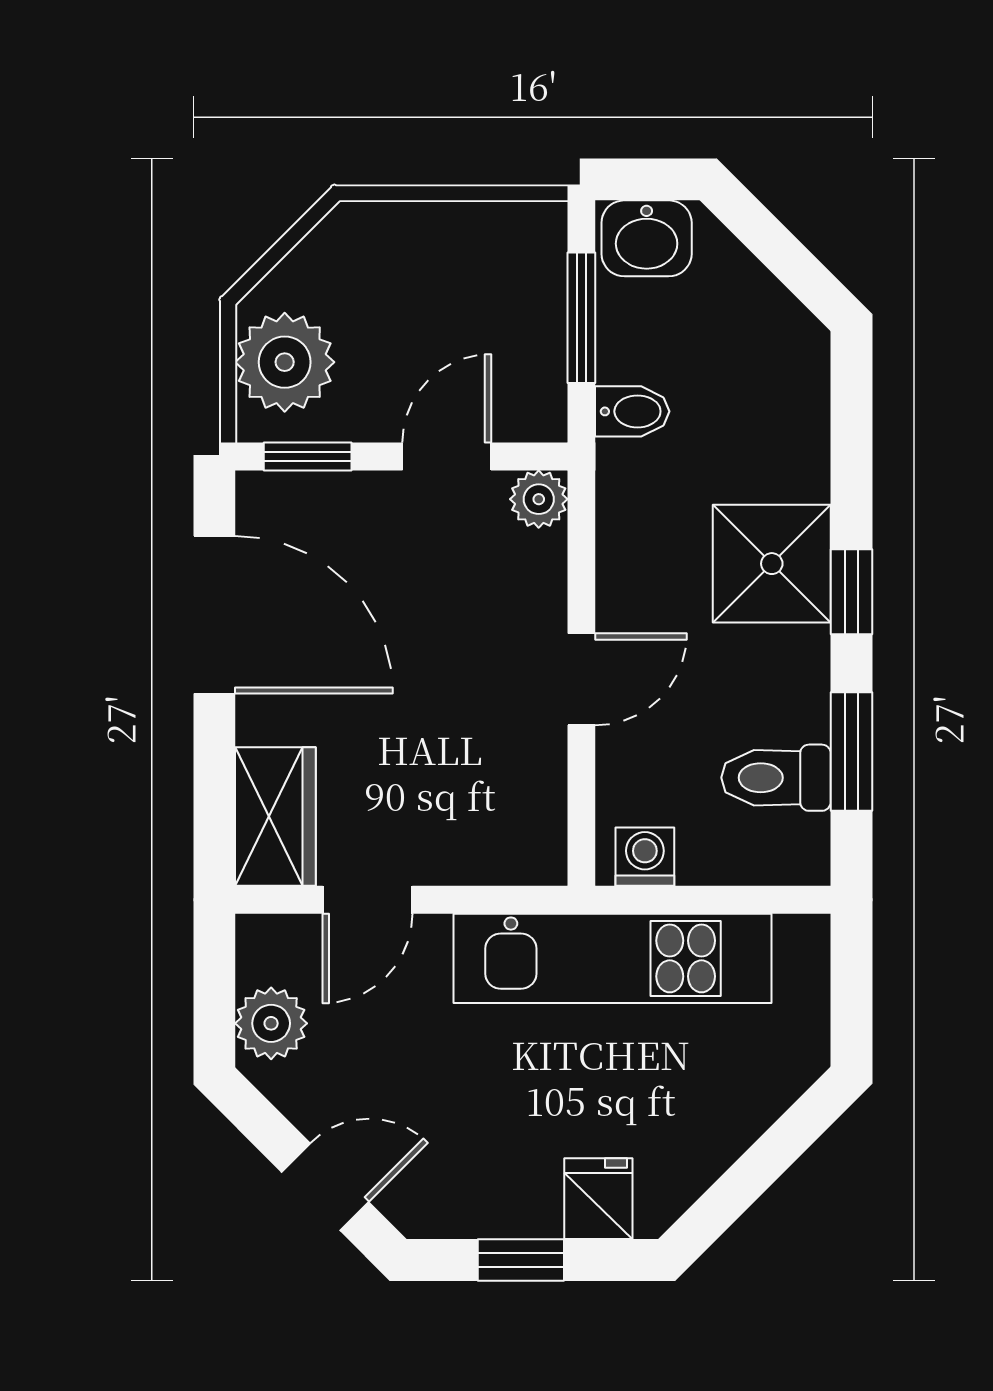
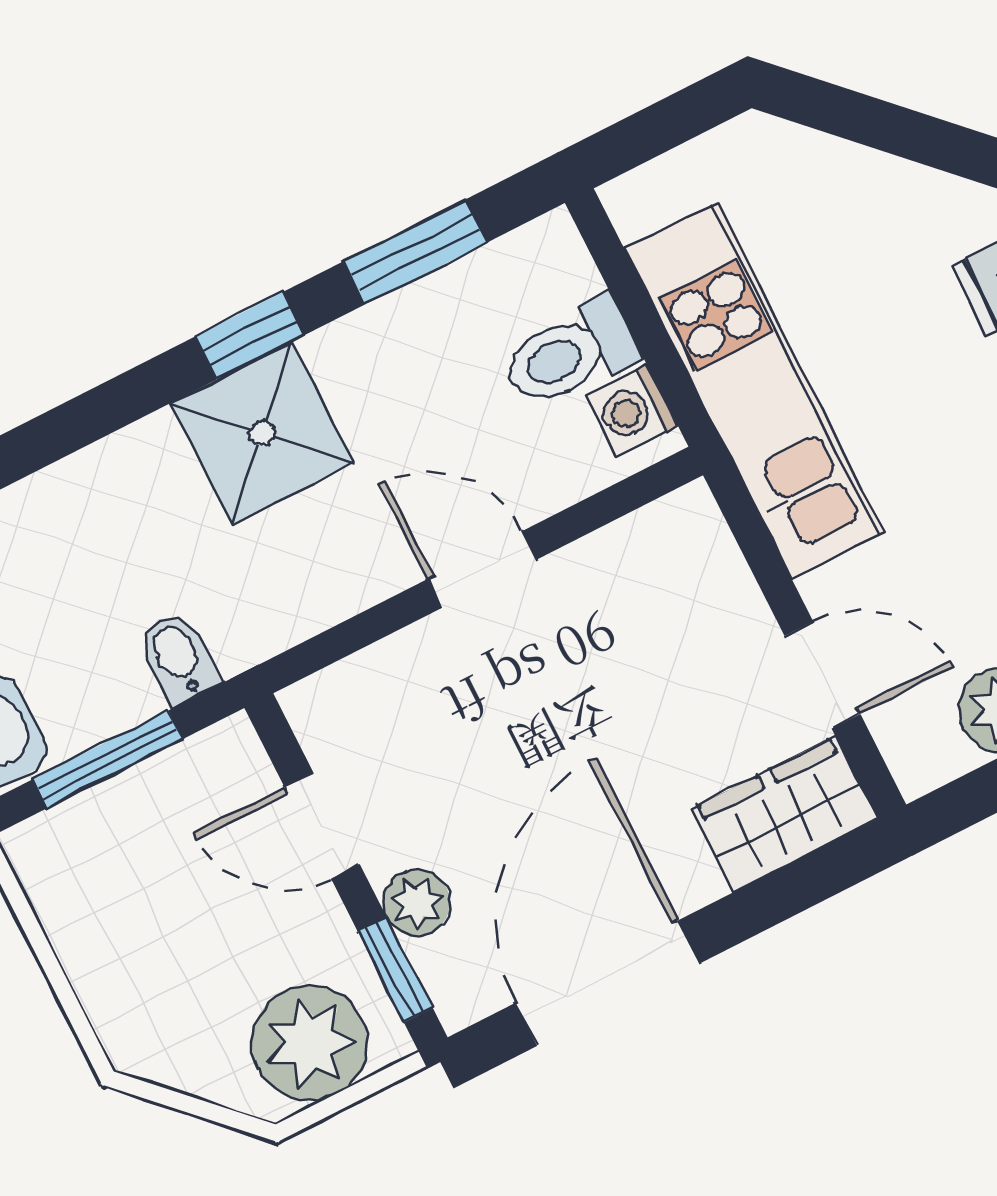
plant: (539, 499) -> (417, 903), moved
toilet: (776, 778) -> (570, 353), moved, turned 90

